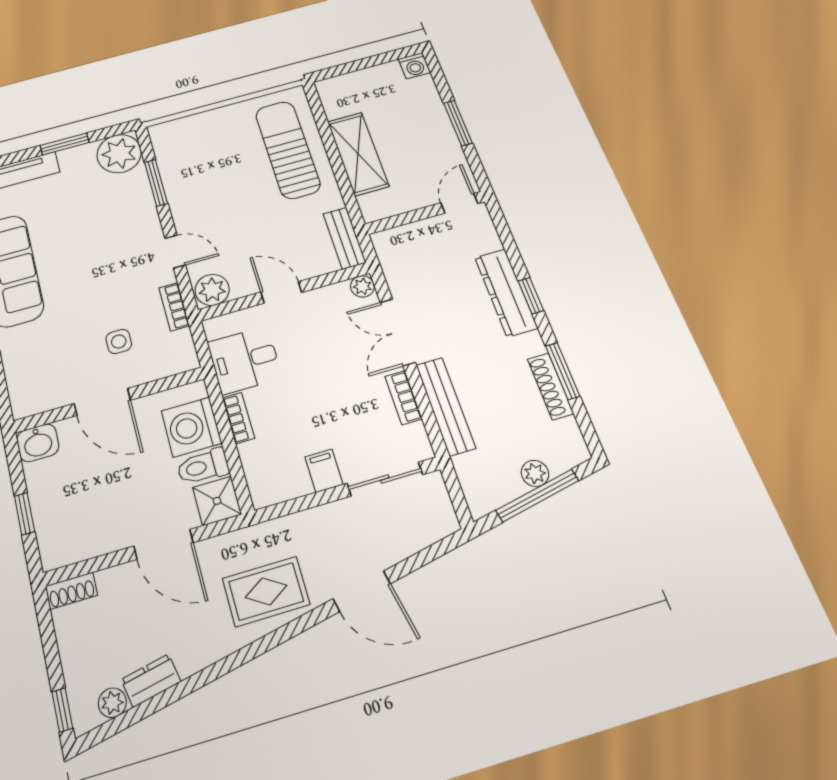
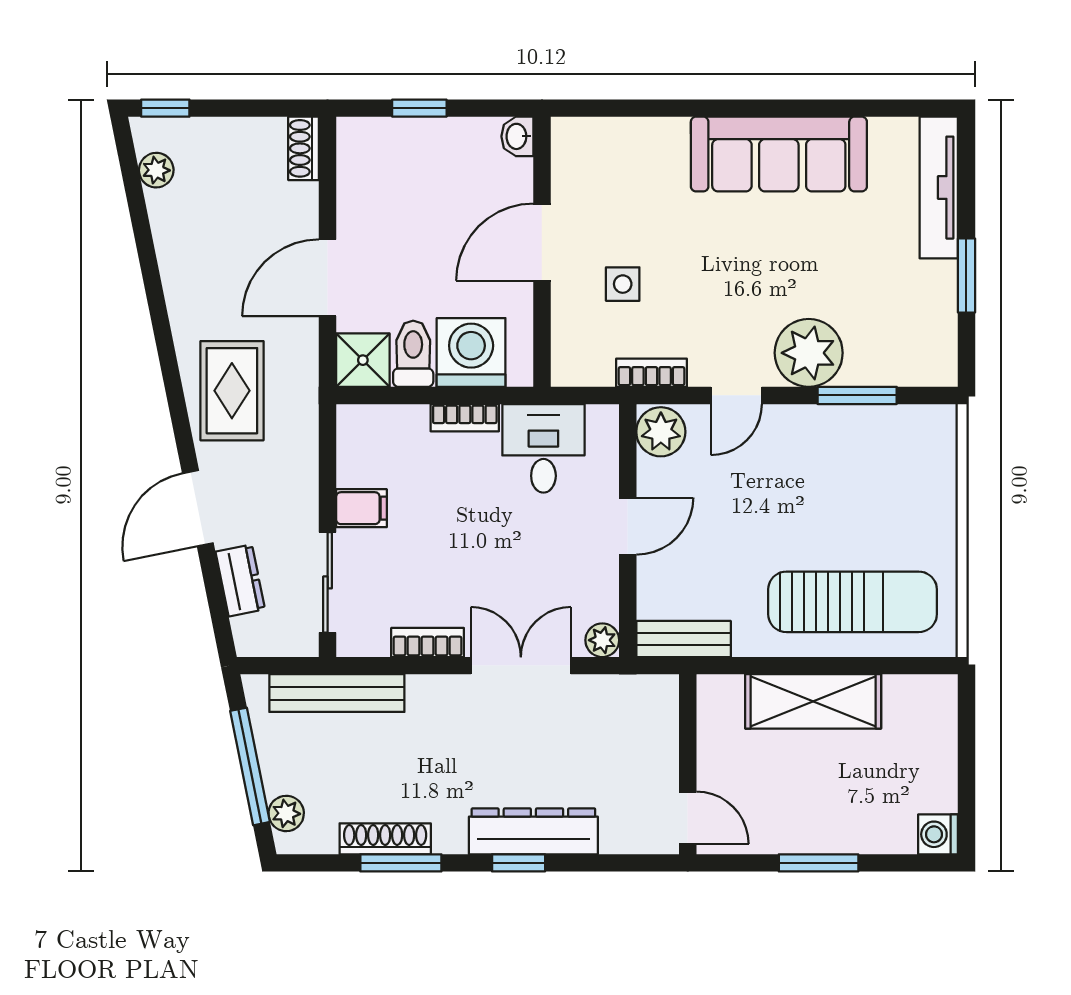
plant: (119, 154) -> (809, 353), moved
bench: (446, 406) -> (337, 693), moved
washbasin: (38, 443) -> (517, 136), width x0.72, depth x0.69
plant: (535, 473) -> (286, 813), moved
dresser: (151, 681) -> (240, 580), moved

